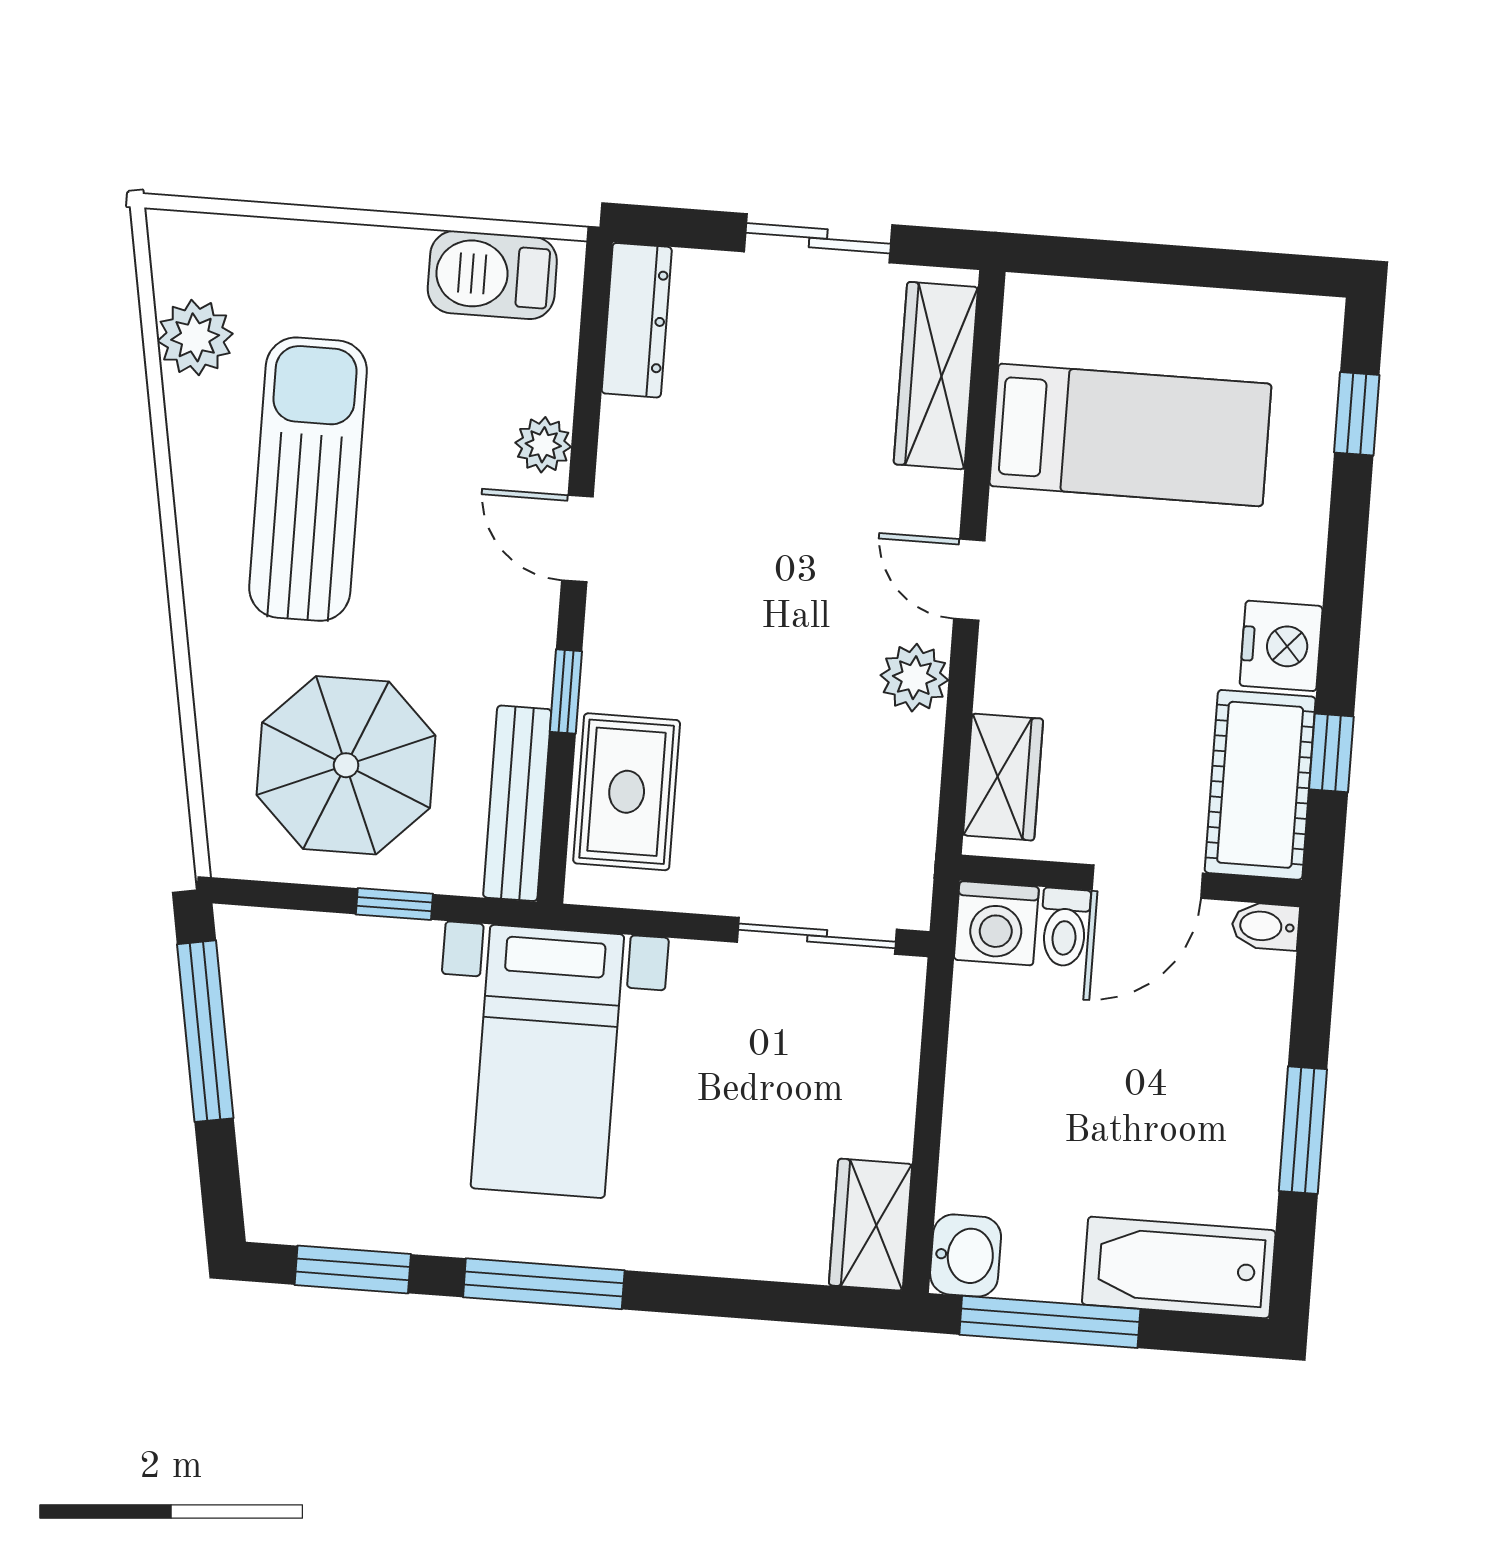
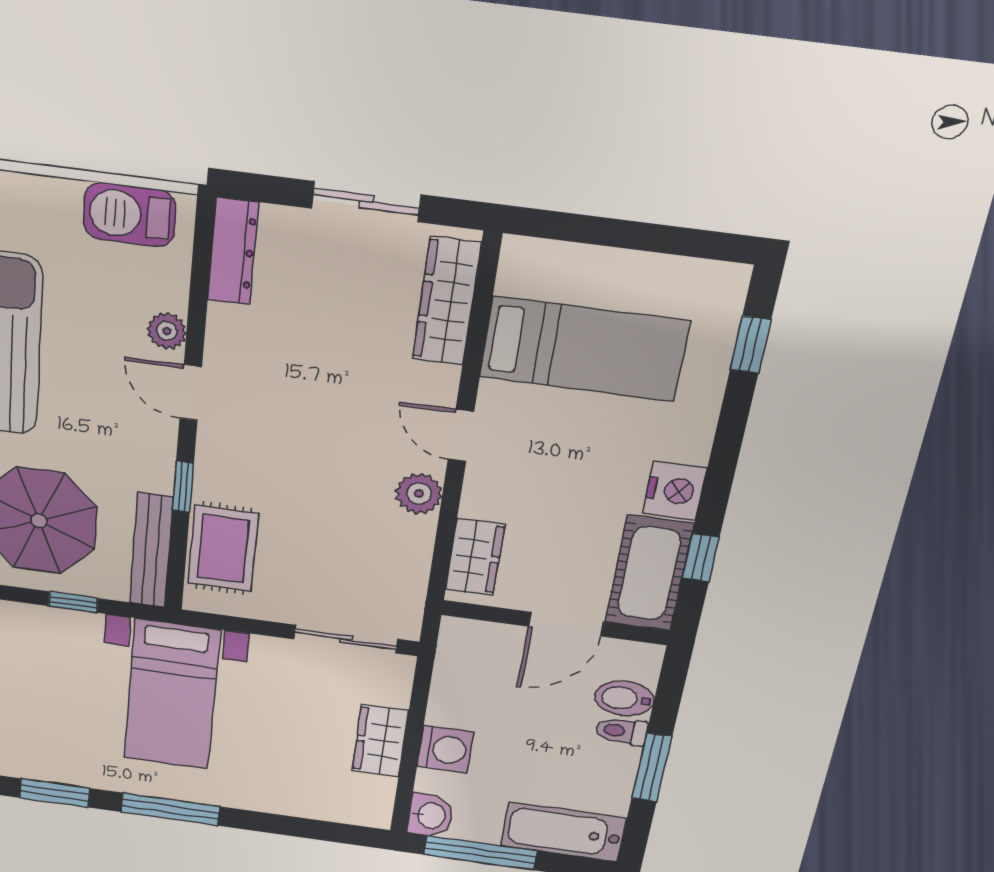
washing machine: (996, 923) -> (445, 749), moved, turned -90
bidet: (1265, 926) -> (624, 698), moved, width x1.38, depth x1.36
toilet: (1065, 927) -> (621, 731), moved, turned 90
wardrobe: (870, 1225) -> (380, 741), moved

